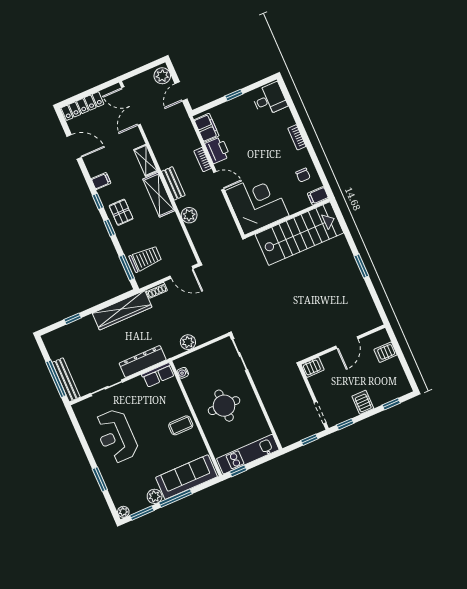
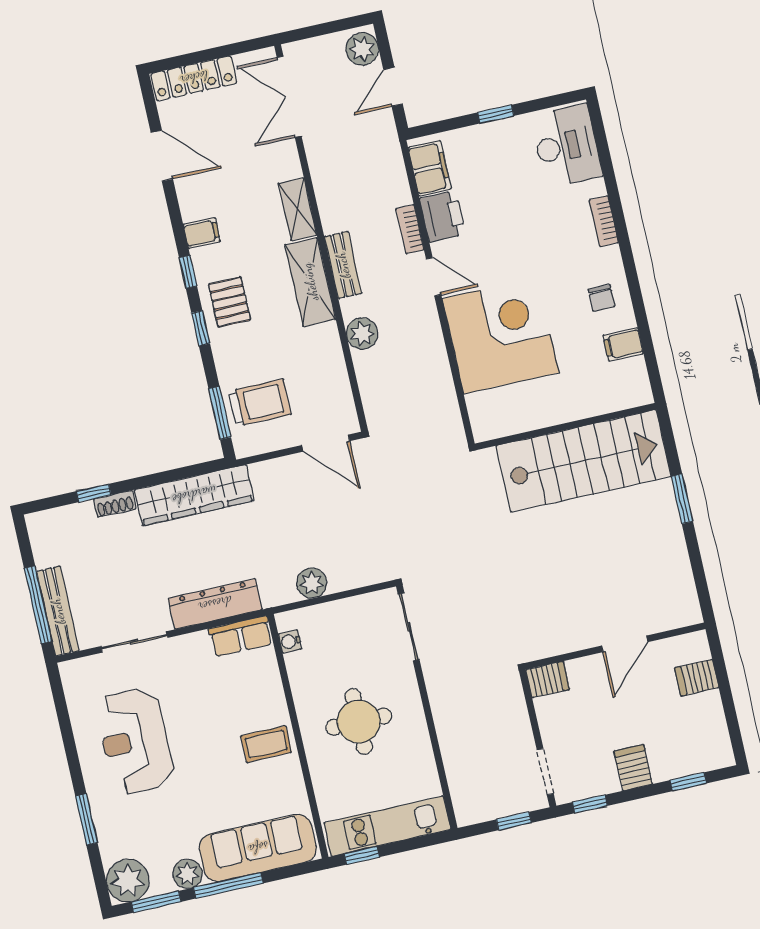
desk: (269, 99) -> (566, 146), width x1.37
wall: (287, 218) -> (565, 427), moved
stairs: (299, 234) -> (583, 461), moved
shoe rack: (157, 290) -> (115, 504), moved
plant: (123, 512) -> (128, 881), width x1.88, depth x1.88

